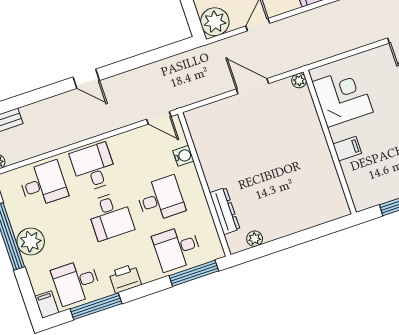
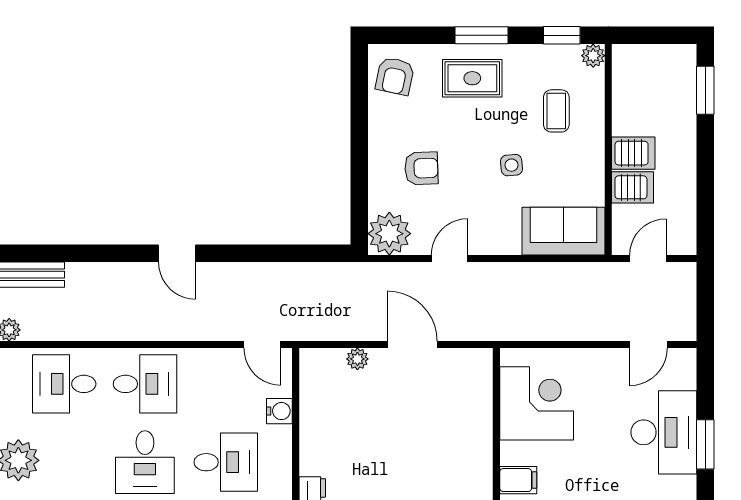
plant: (299, 81) -> (357, 359), moved
desk: (94, 167) -> (145, 384), turned 90
desk: (43, 184) -> (64, 384), turned 180

